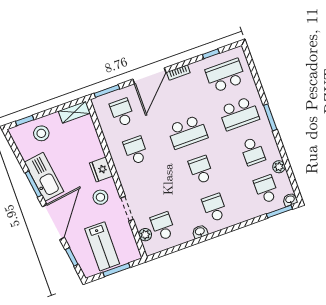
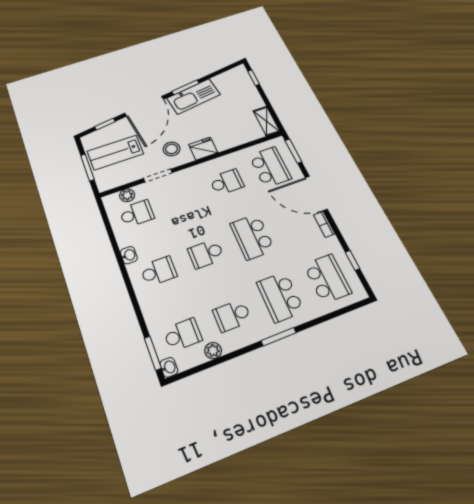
school desk: (122, 113) -> (270, 167), width x1.85
stool: (41, 133) -> (241, 92), removed
school desk: (201, 170) -> (206, 254), turned 180
door: (53, 222) -> (144, 106), hinge flipped

